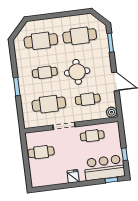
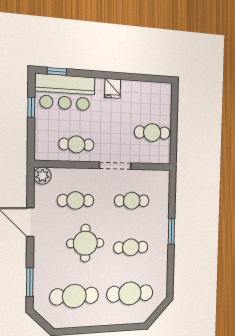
cafe table: (49, 104) -> (132, 201), width x0.73, depth x0.74

